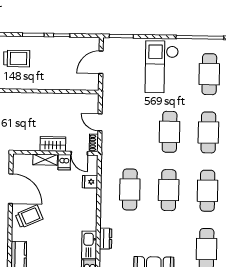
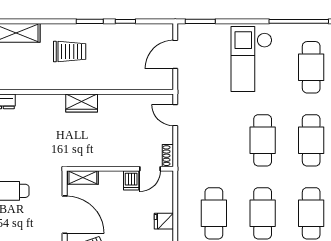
door: (100, 122) -> (175, 115), moved
wardrobe: (53, 144) -> (82, 103), moved, turned 180
door: (79, 153) -> (150, 169), hinge flipped
shelving: (45, 160) -> (83, 178), moved
fridge: (90, 182) -> (164, 221), moved

